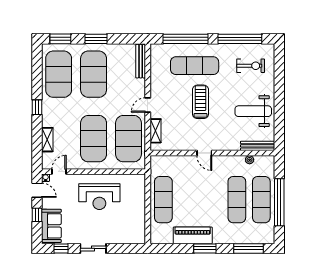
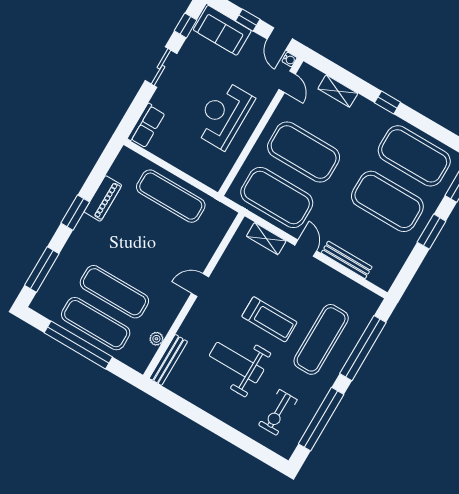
bench: (141, 61) -> (347, 260), moved
weight bench: (253, 111) -> (237, 363), moved, turned -90
door: (37, 190) -> (280, 39), hinge flipped
piano: (193, 235) -> (103, 198), width x0.73, depth x0.75
row of seats: (131, 237) -> (146, 126), added

